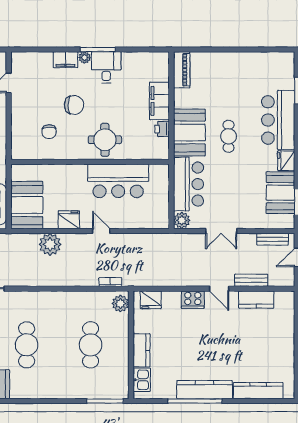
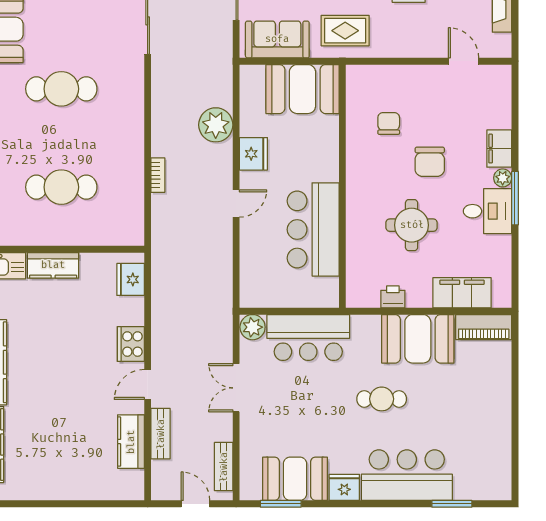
filing cabinet: (159, 101) -> (462, 293), moved
chair: (49, 132) -> (389, 123), turned 90
booth: (189, 133) -> (418, 339), moved
round table: (105, 140) -> (412, 225), moved
booth: (27, 205) -> (302, 89), moved
bookcase: (110, 282) -> (158, 175), moved
plant: (120, 304) -> (125, 233), removed

